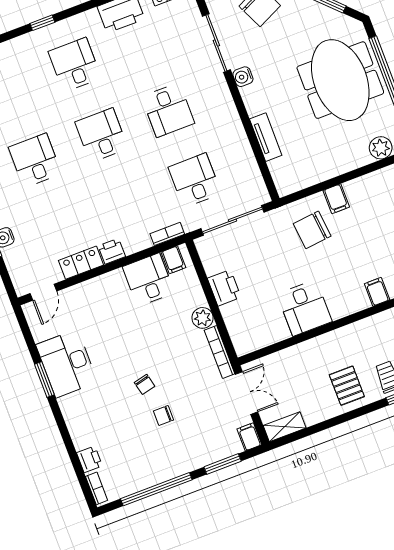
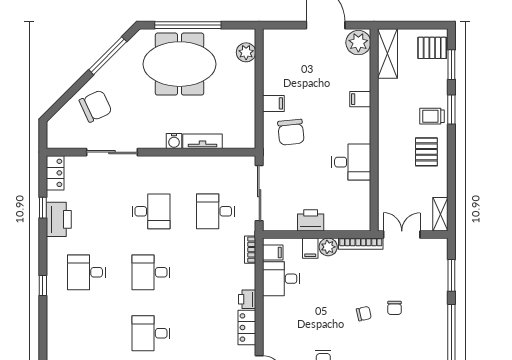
water cooler: (243, 77) -> (174, 141), moved
pallet: (347, 386) -> (426, 152), turned 90
filing cabinet: (249, 437) -> (310, 248), moved, turned -90

